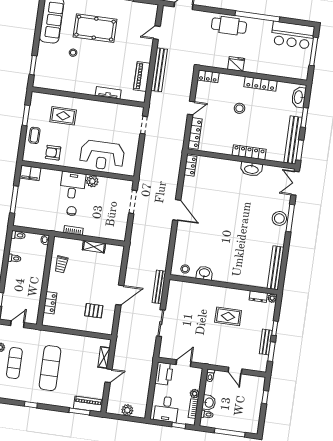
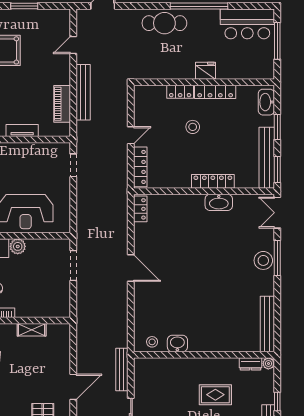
fridge: (236, 64) -> (206, 71), moved
locker: (208, 76) -> (180, 92), moved

